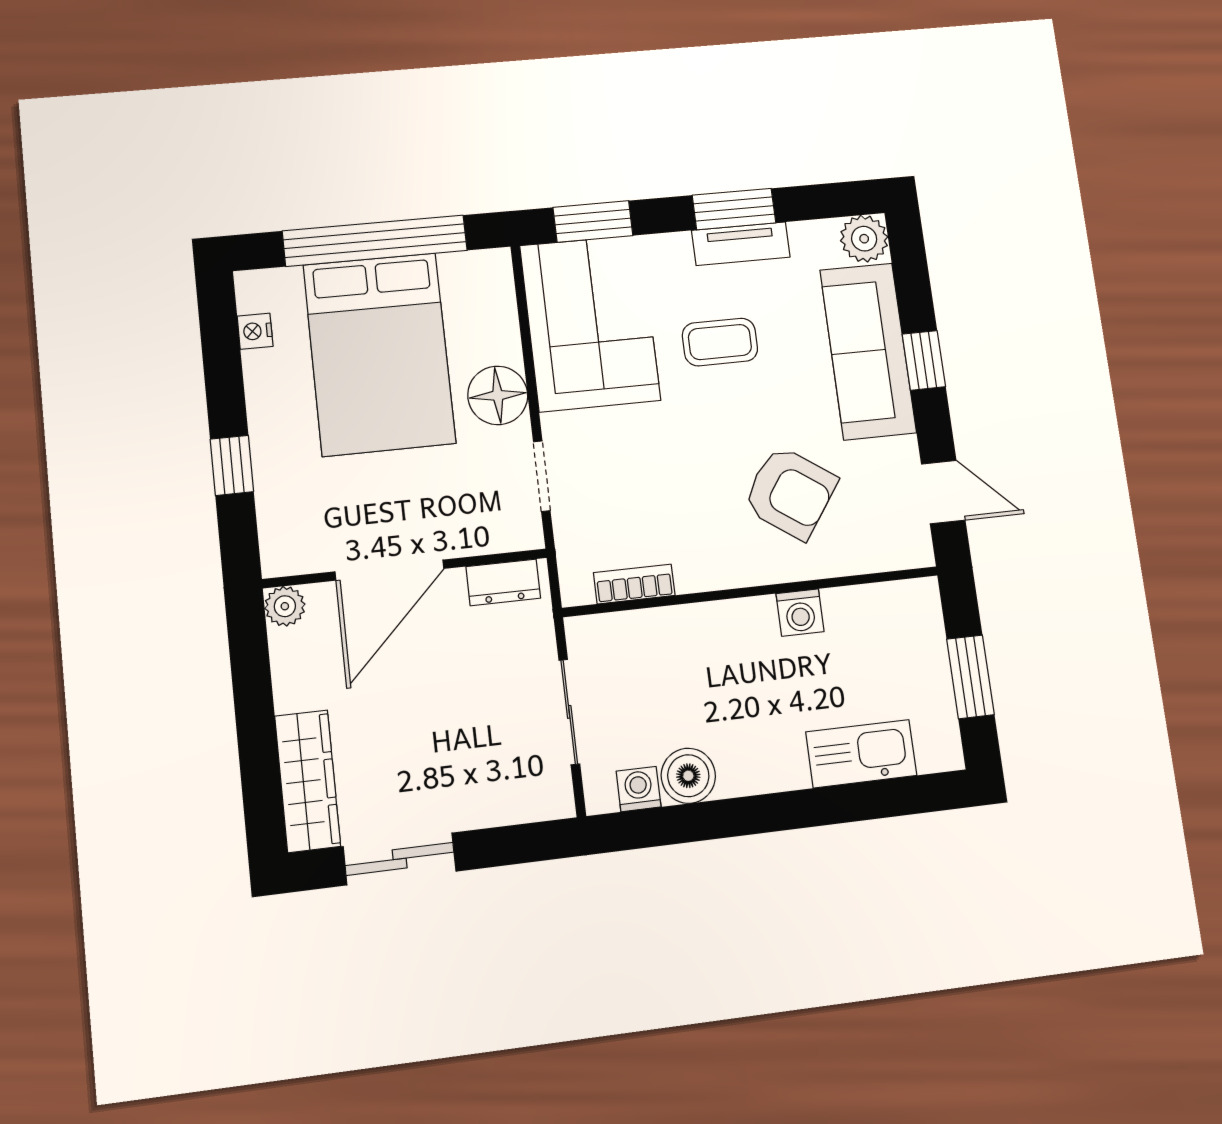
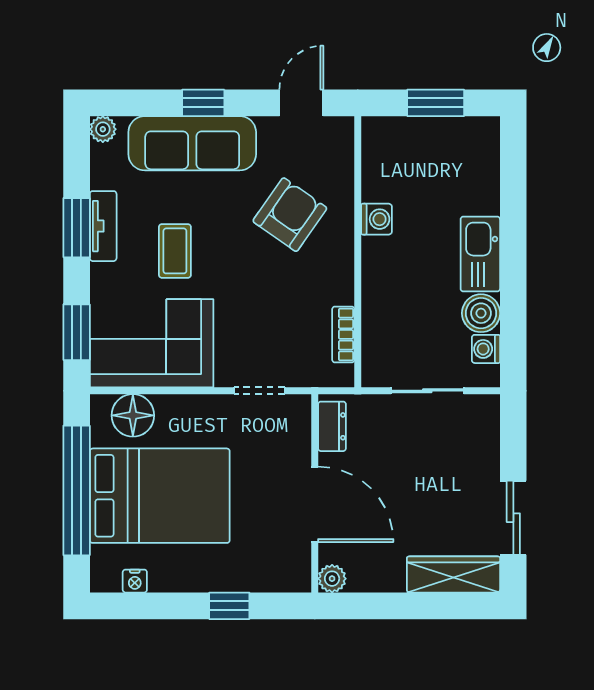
plant: (864, 239) -> (103, 129), width x0.73, depth x0.73
floor lamp: (498, 395) -> (133, 415), moved
kitchen sink: (861, 754) -> (480, 254), moved

